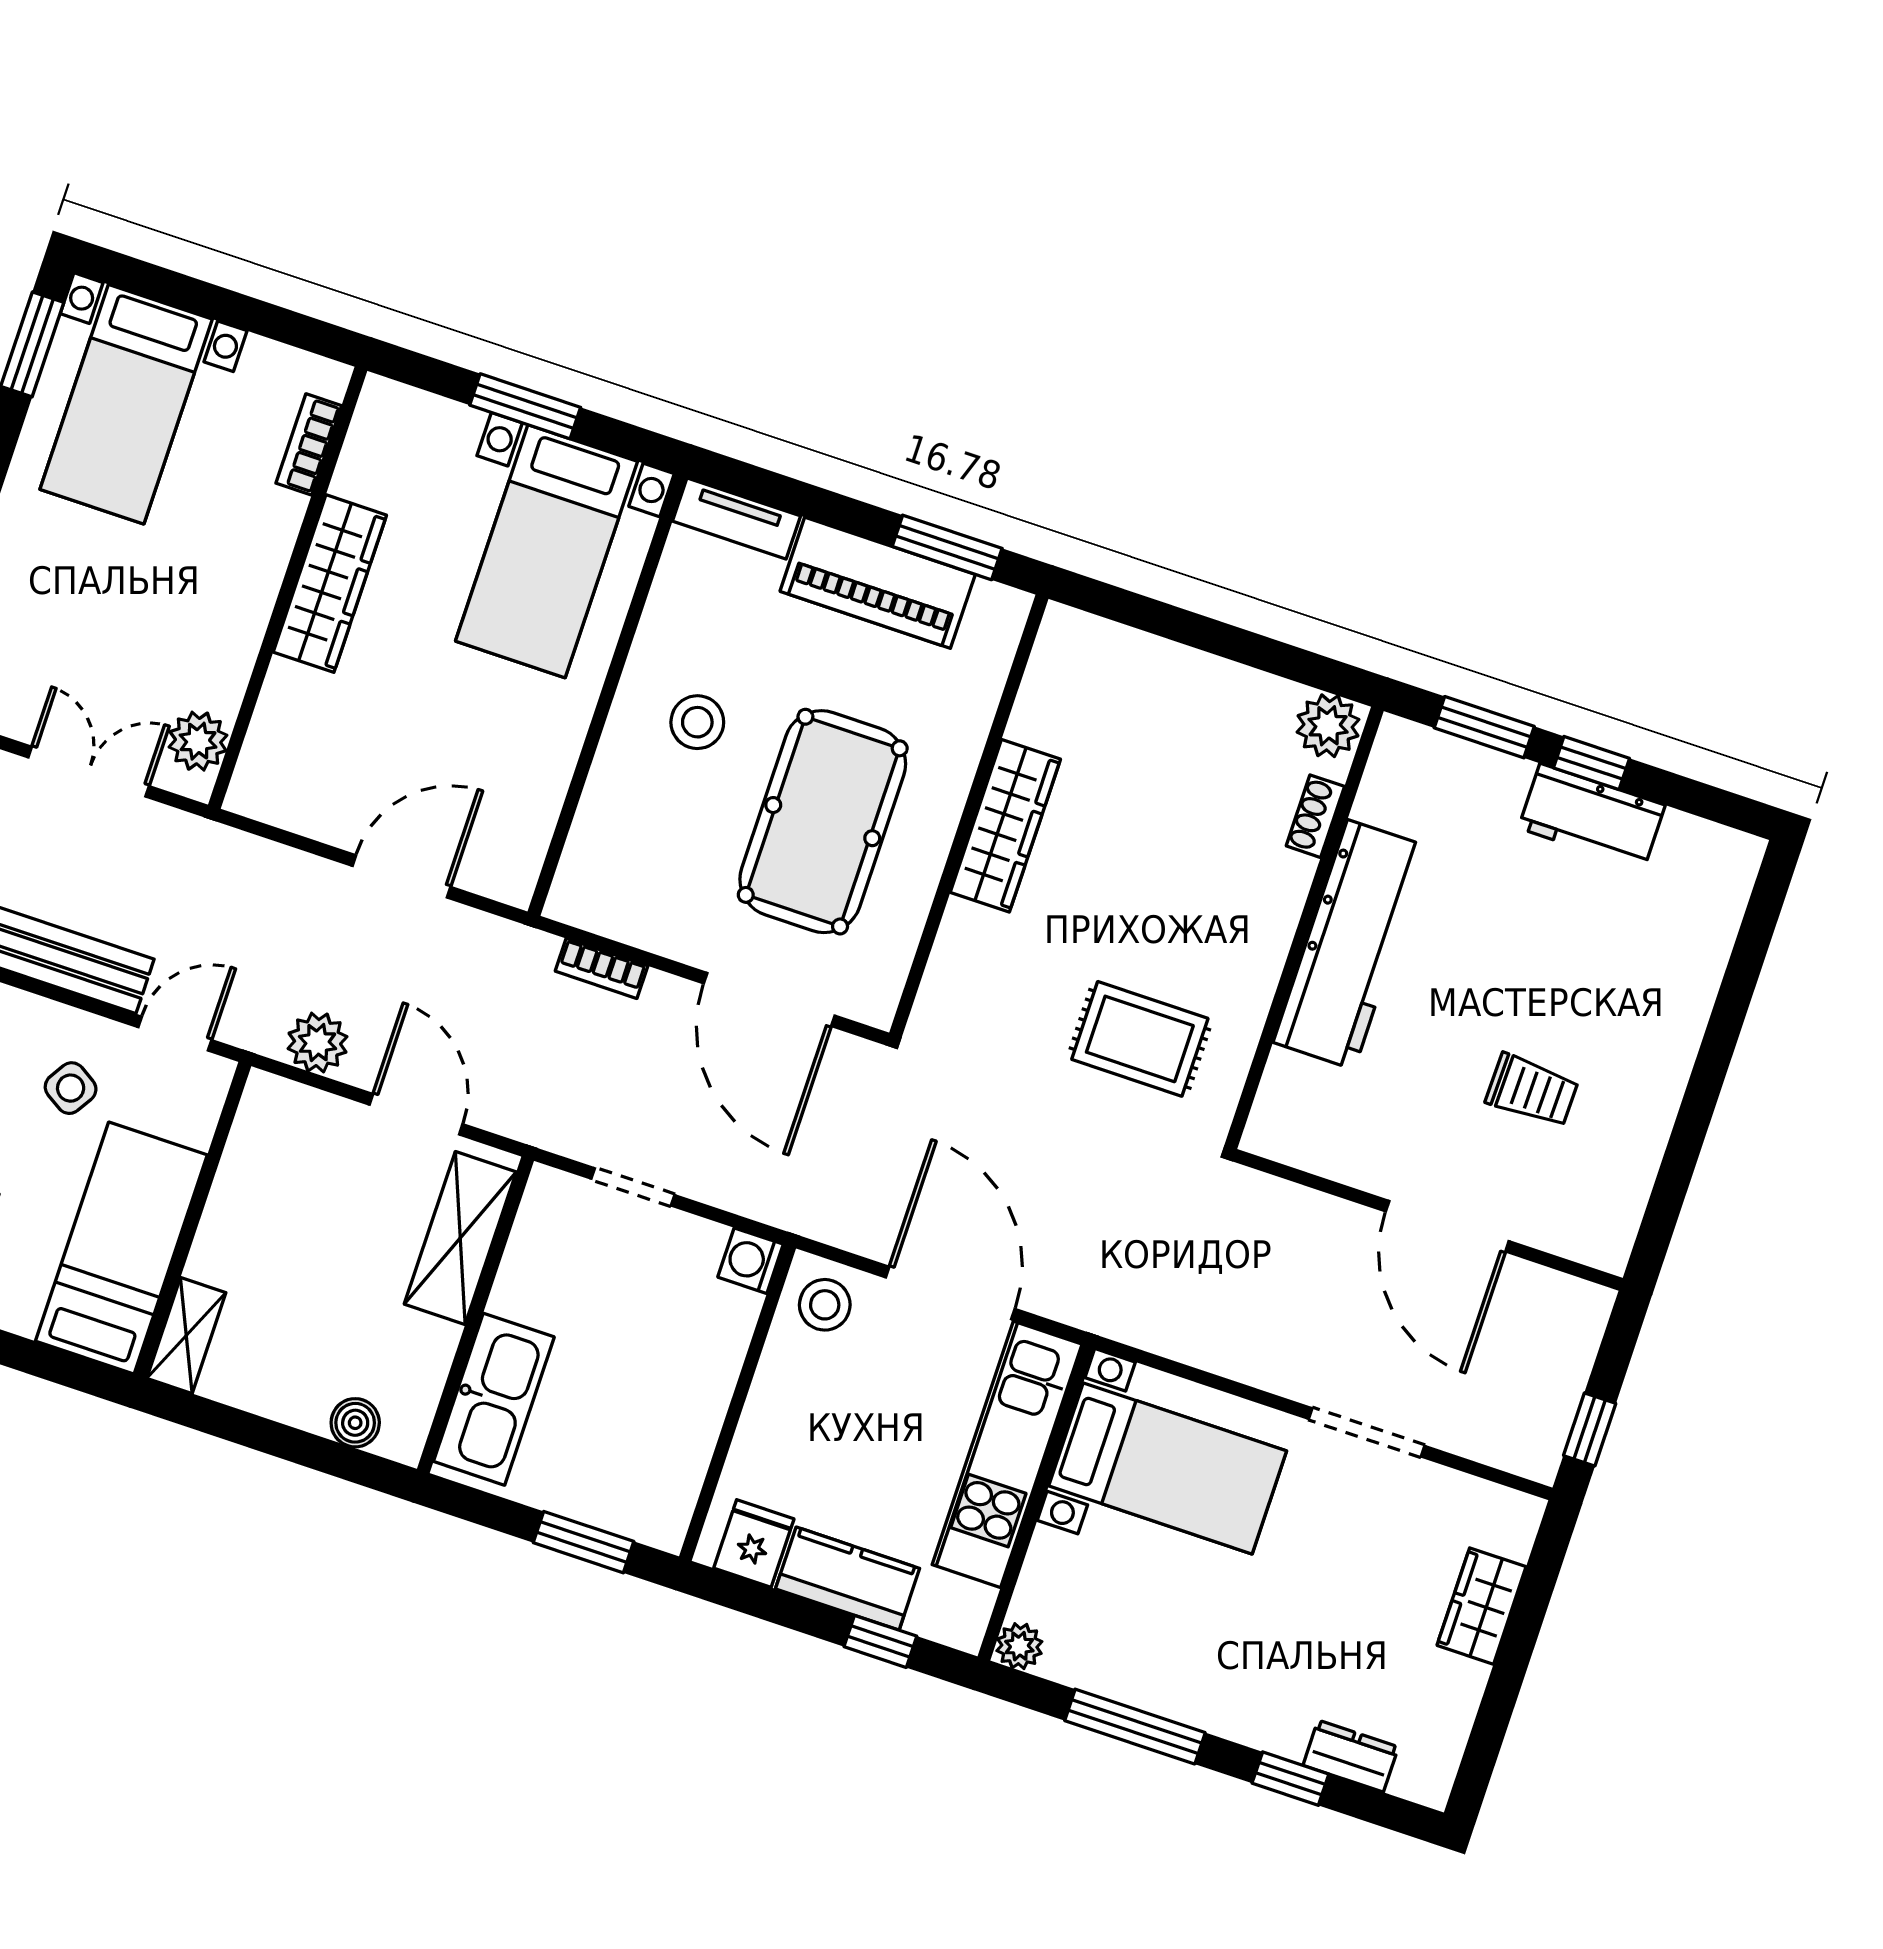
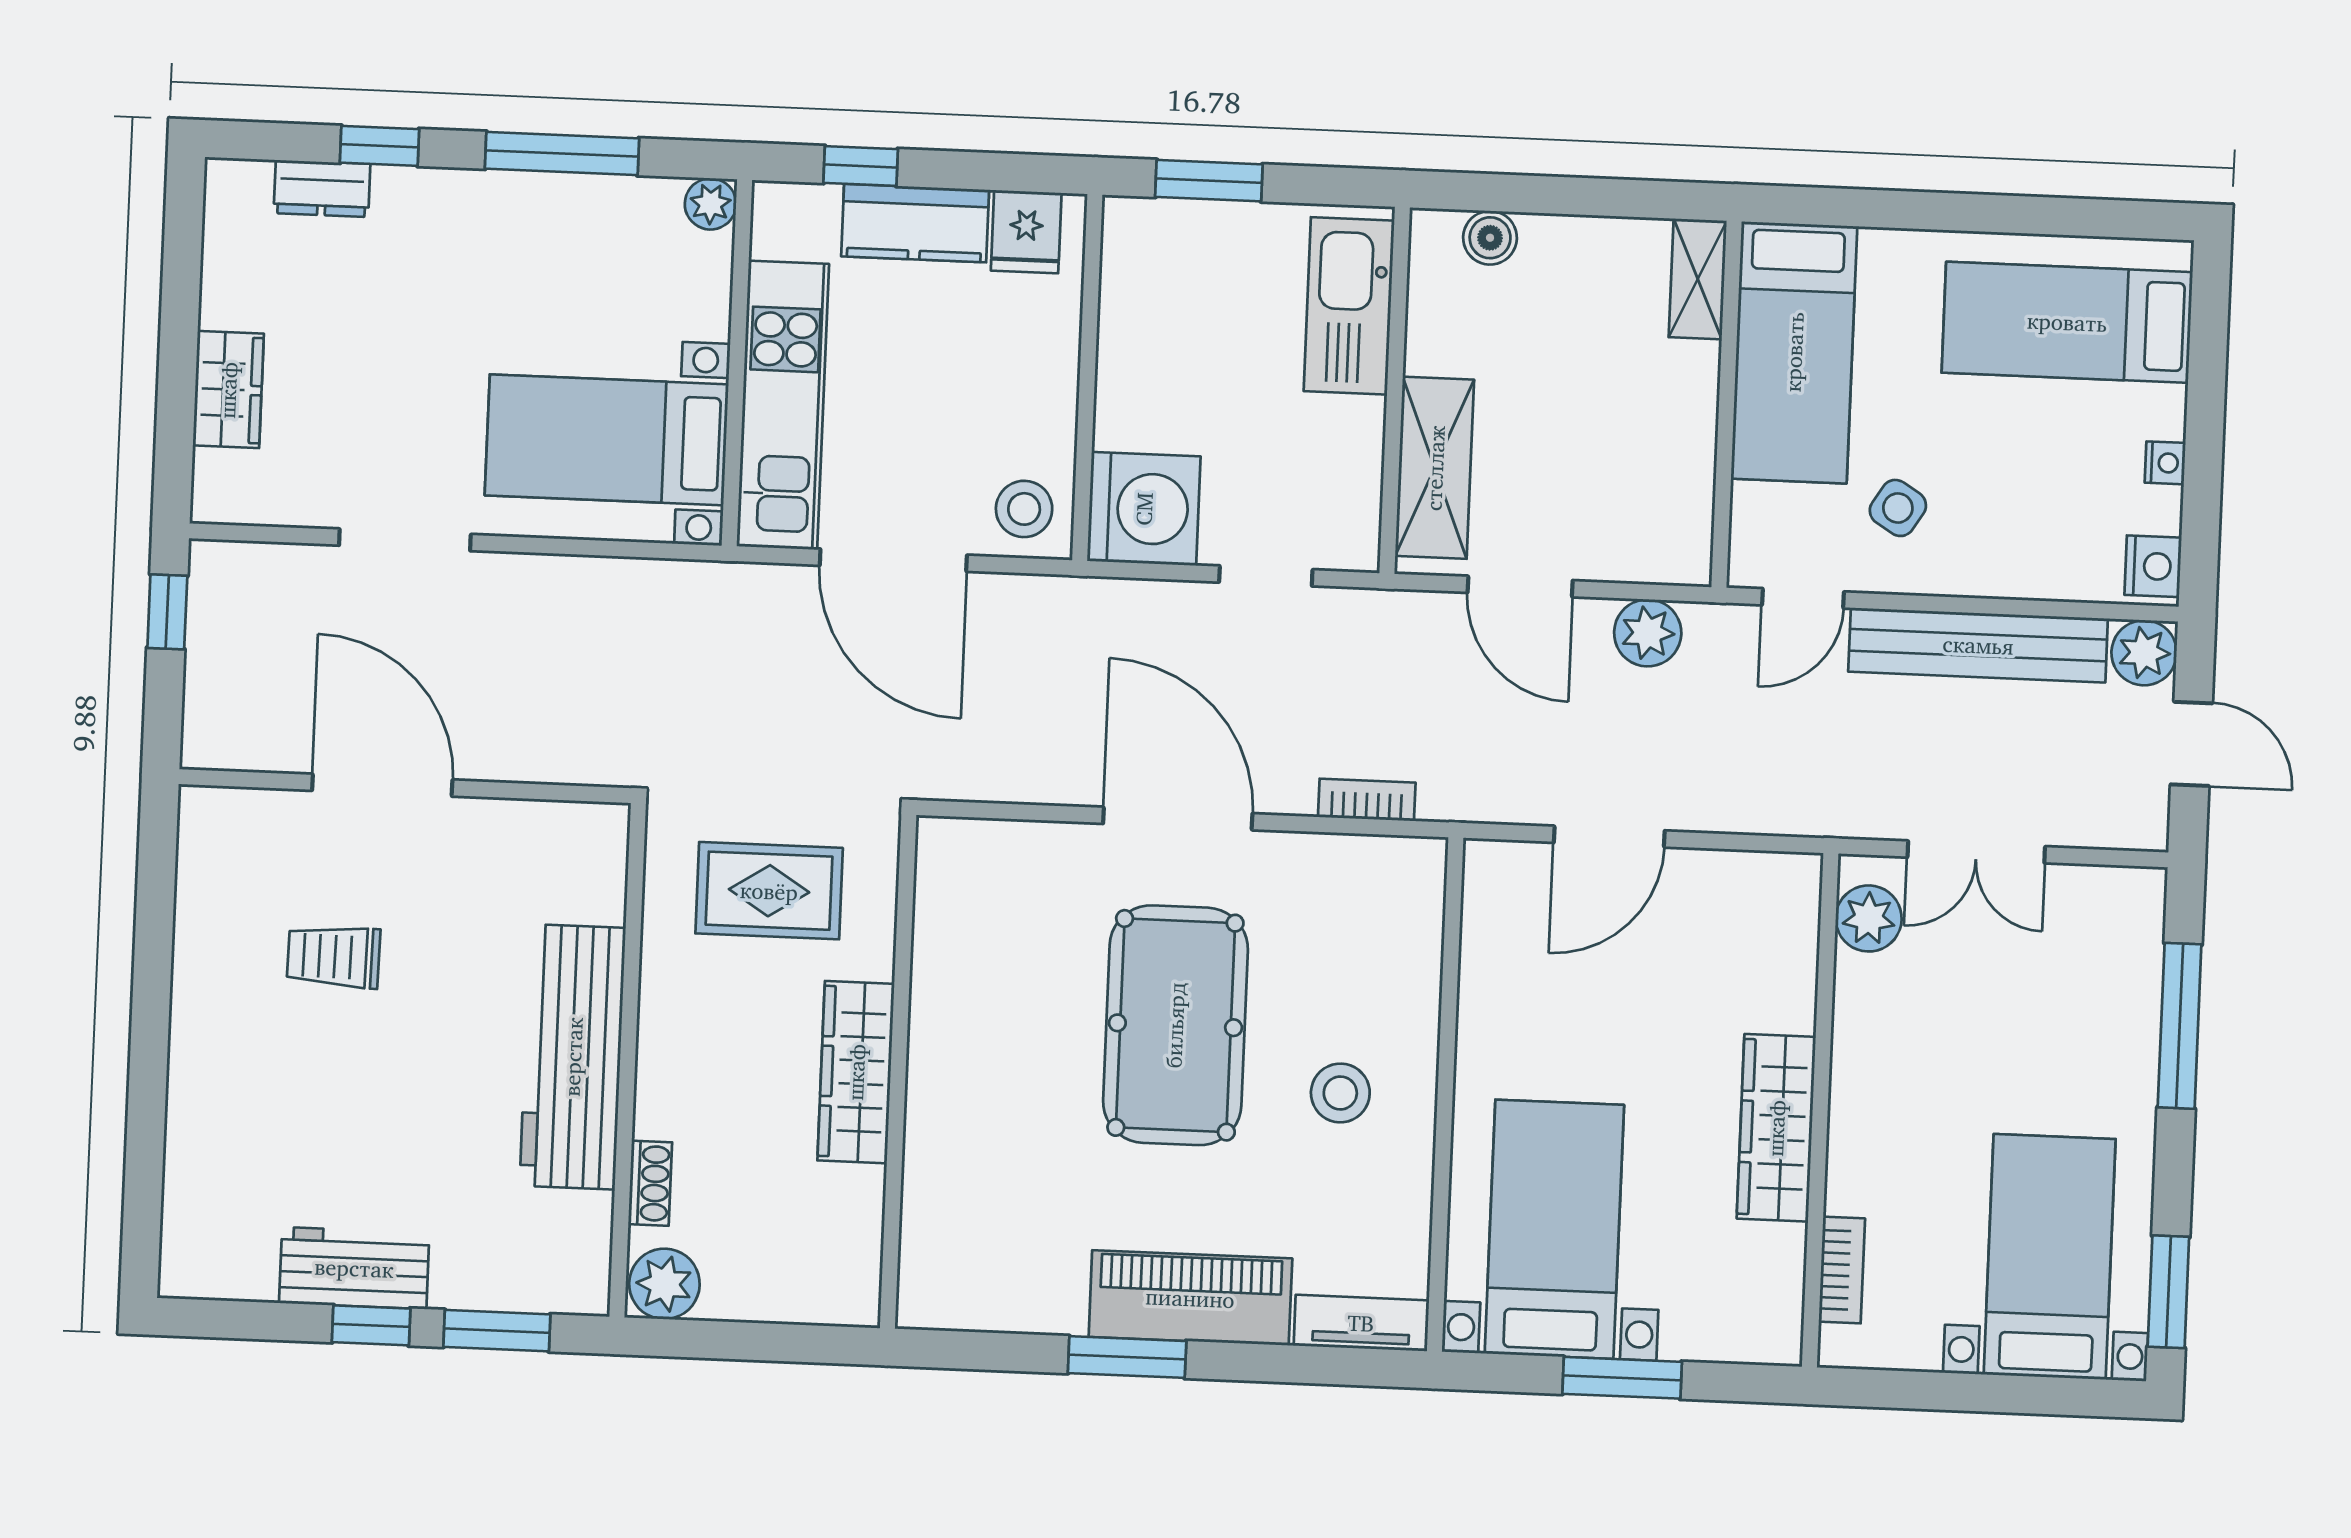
wall: (969, 816) -> (898, 1072), moved
wardrobe: (1005, 826) -> (856, 1072), moved
washing machine: (751, 1261) -> (1144, 509), width x1.89, depth x1.89

